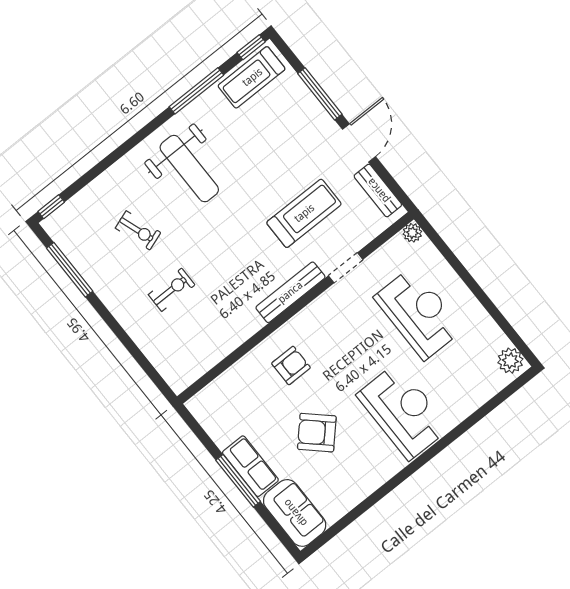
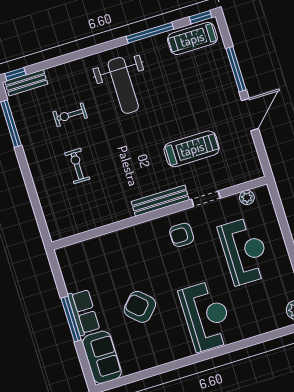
bench: (378, 191) -> (26, 83), moved, turned 90
exercise bike: (138, 230) -> (70, 115), turned 109
plant: (412, 233) -> (247, 197), moved
exercise bike: (172, 290) -> (77, 166), turned -90
armchair: (291, 365) -> (182, 235), moved, turned 180

